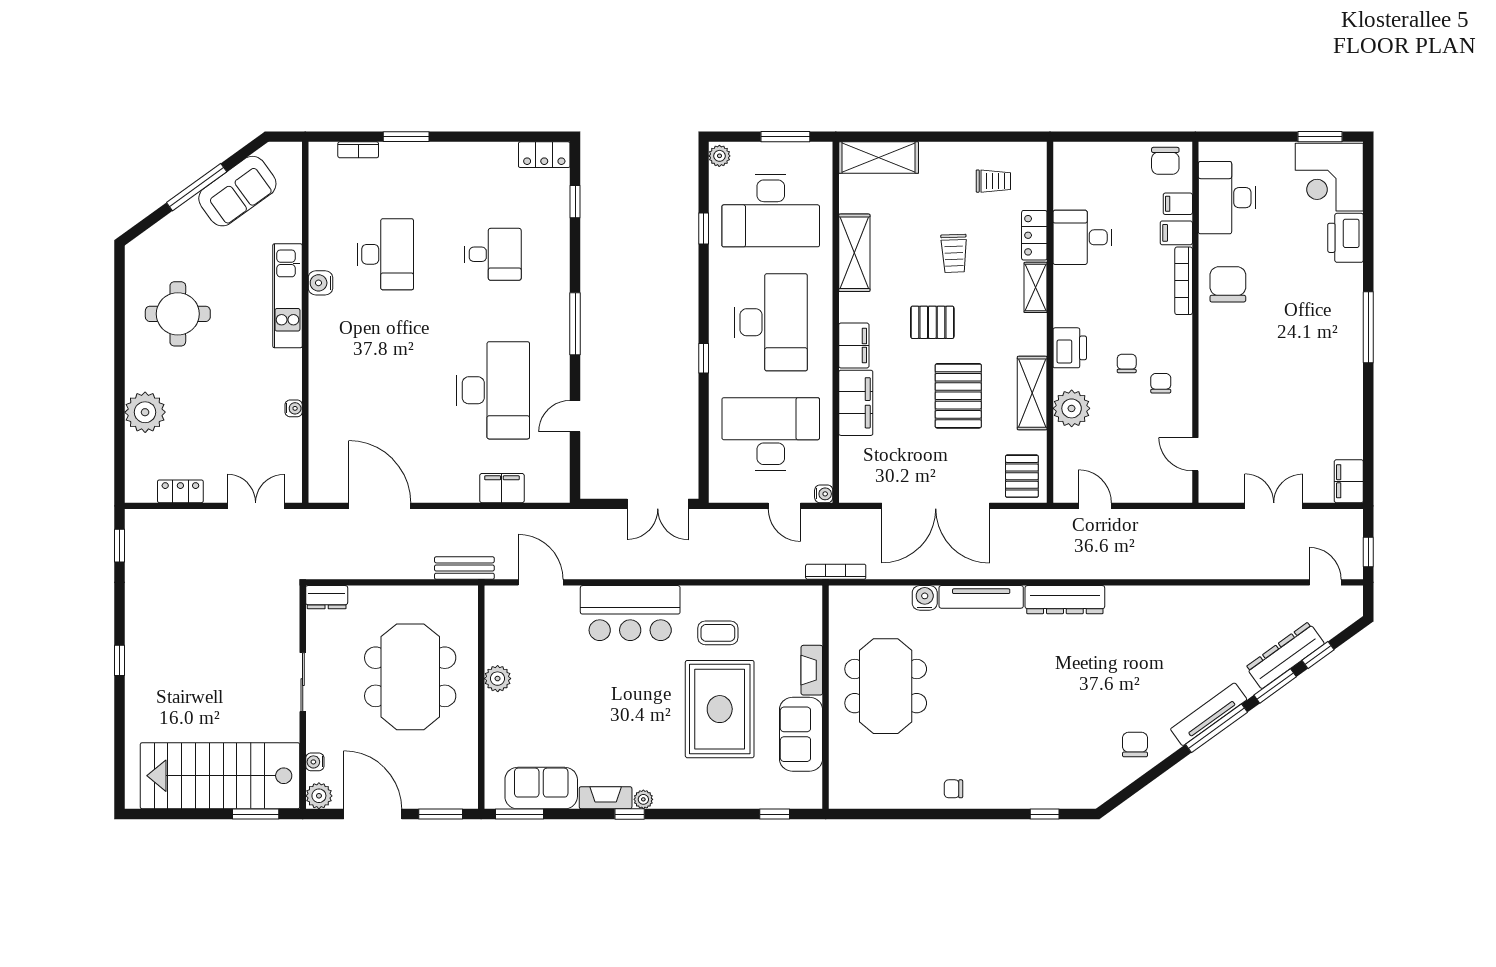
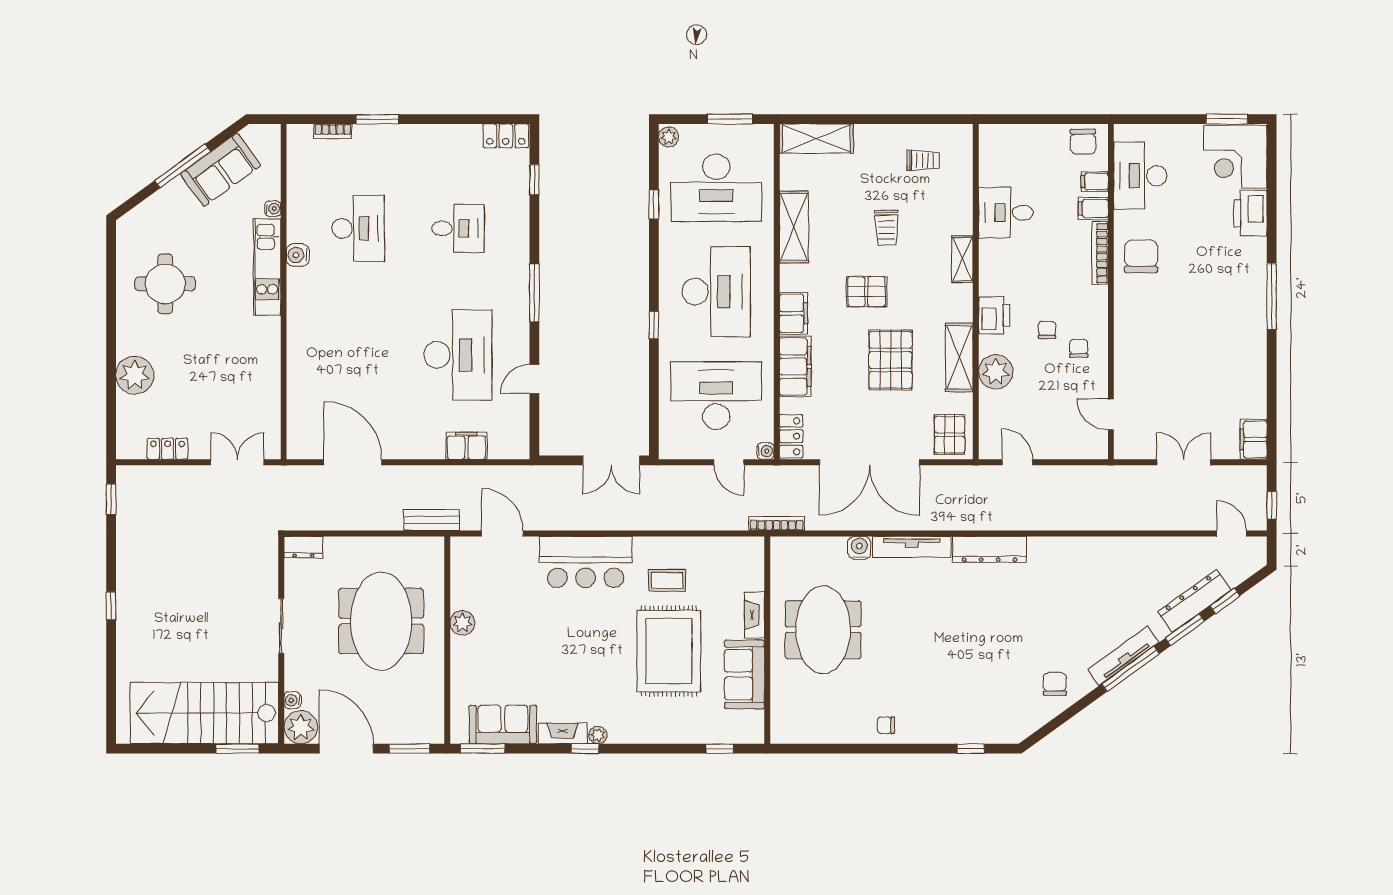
locker: (1034, 235) -> (791, 436), moved, turned 180
water cooler: (294, 408) -> (273, 209), moved
plant: (319, 796) -> (301, 727), width x1.36, depth x1.36

